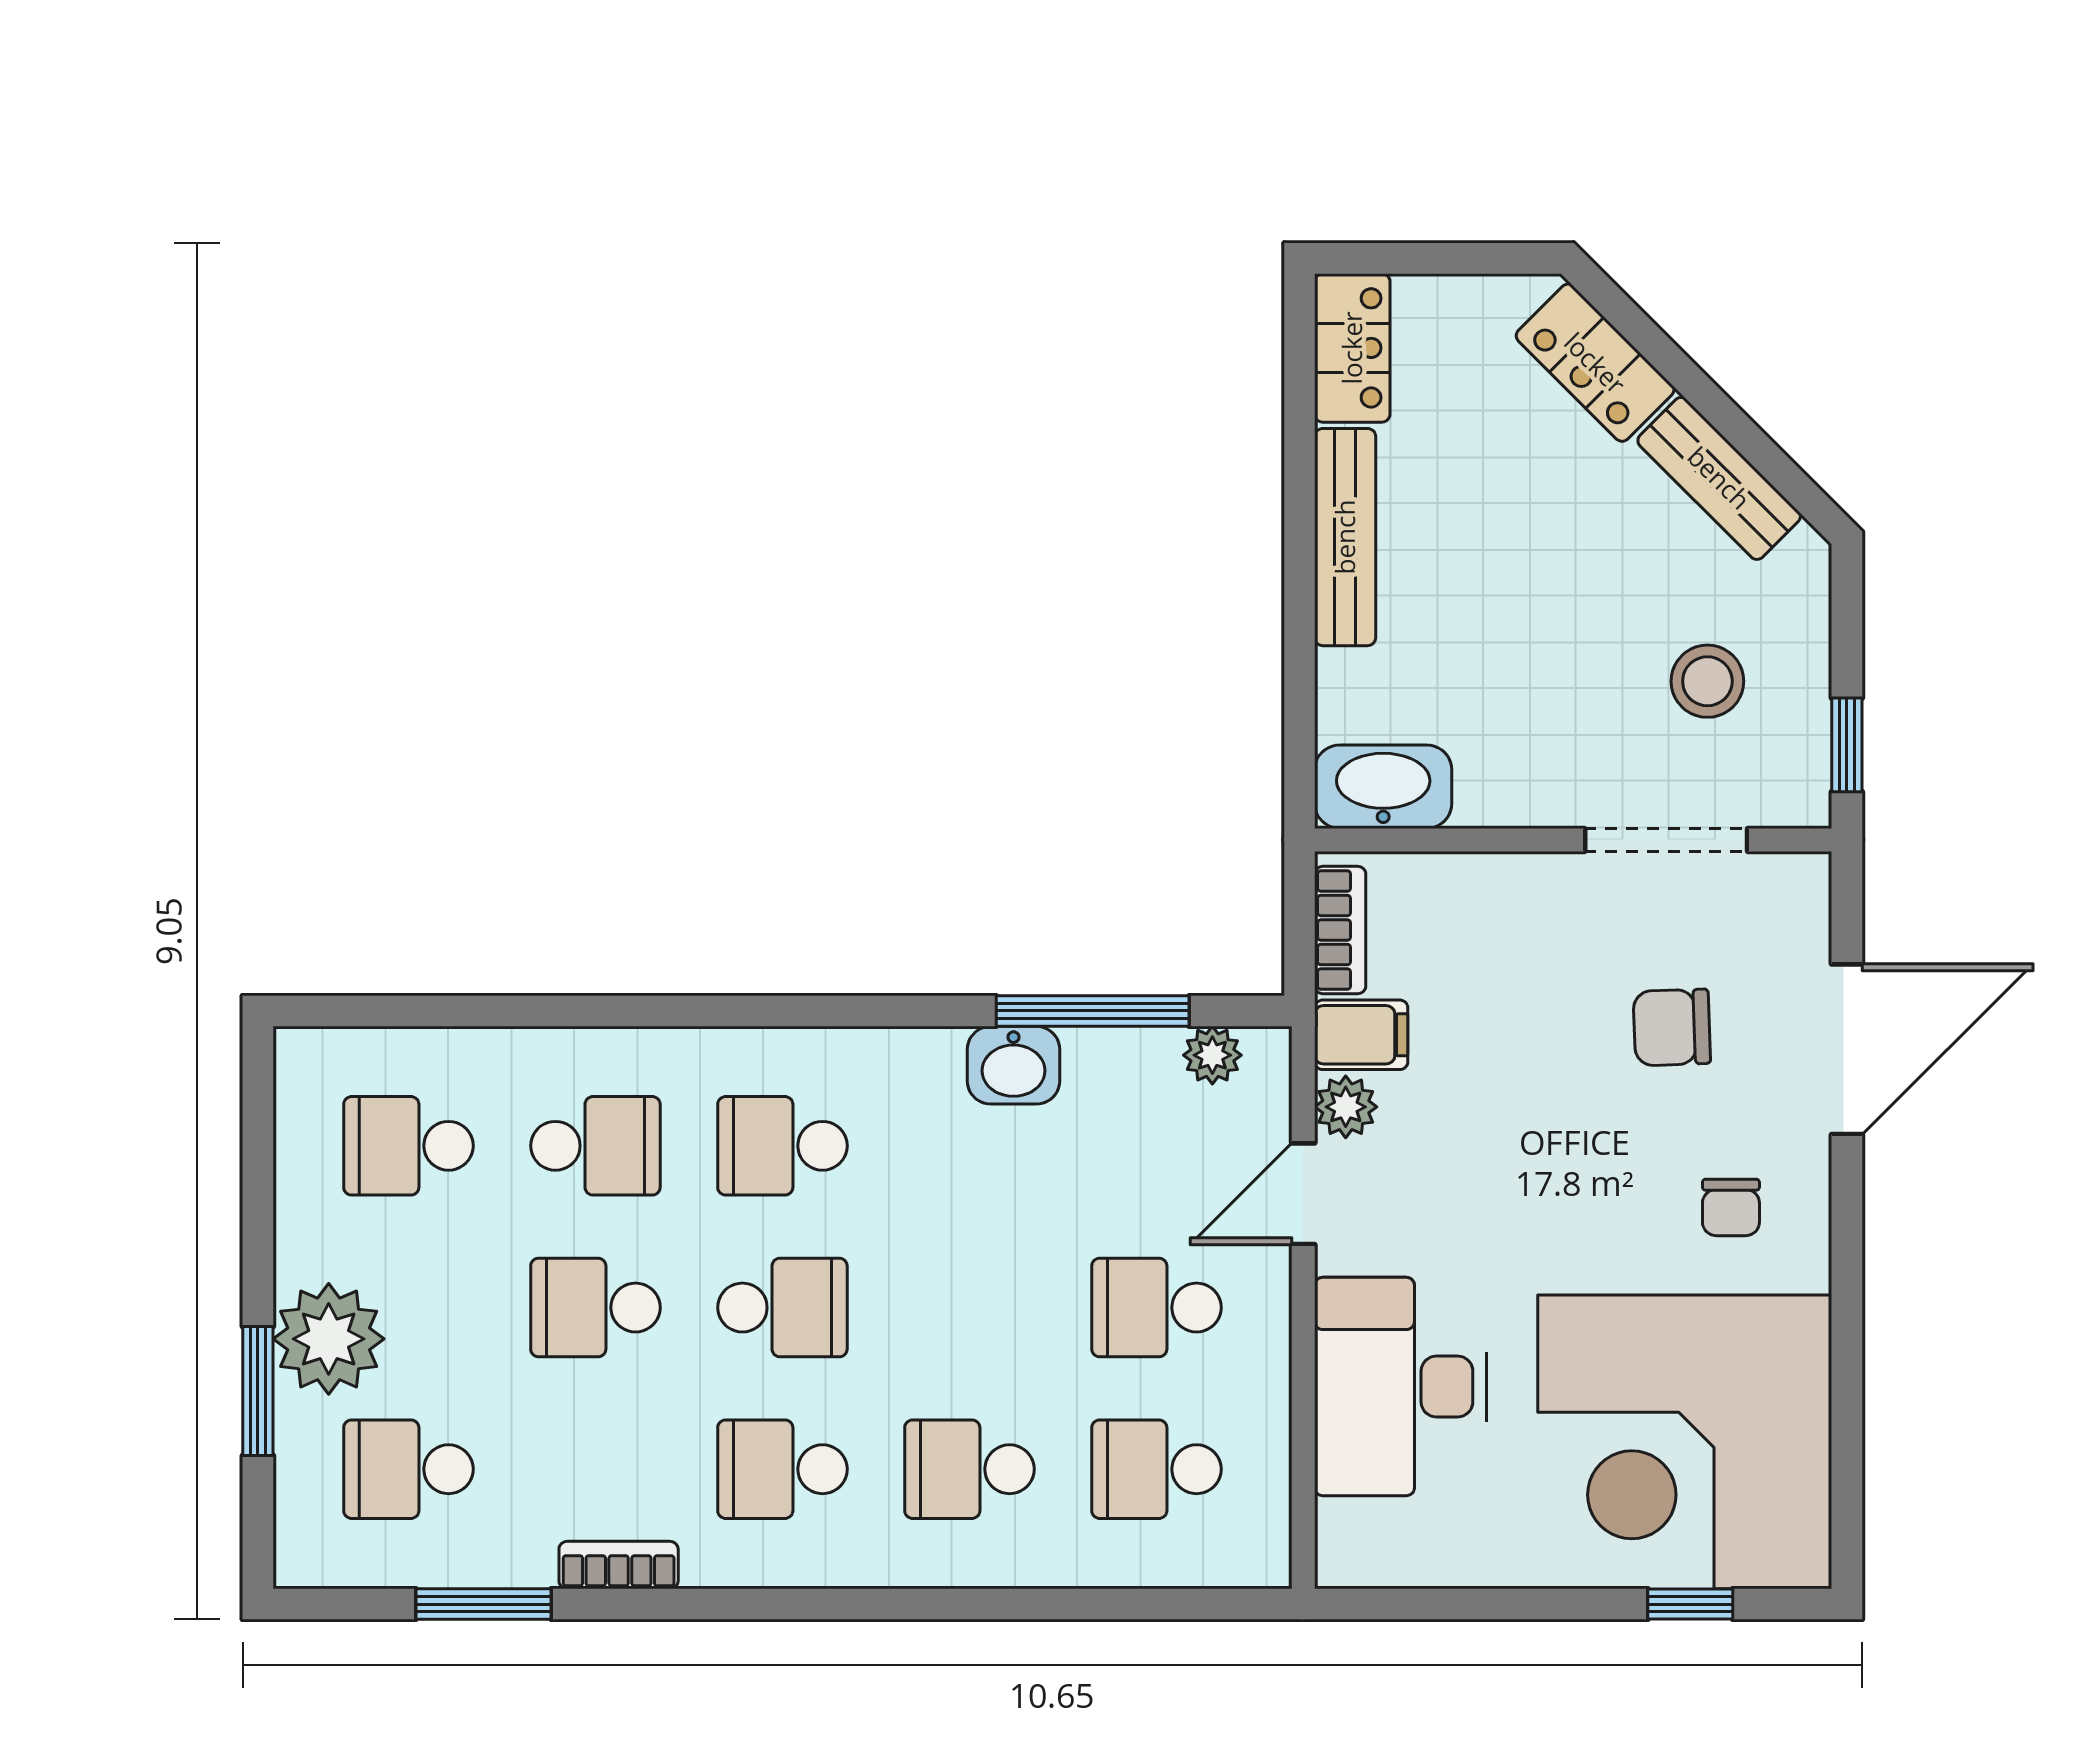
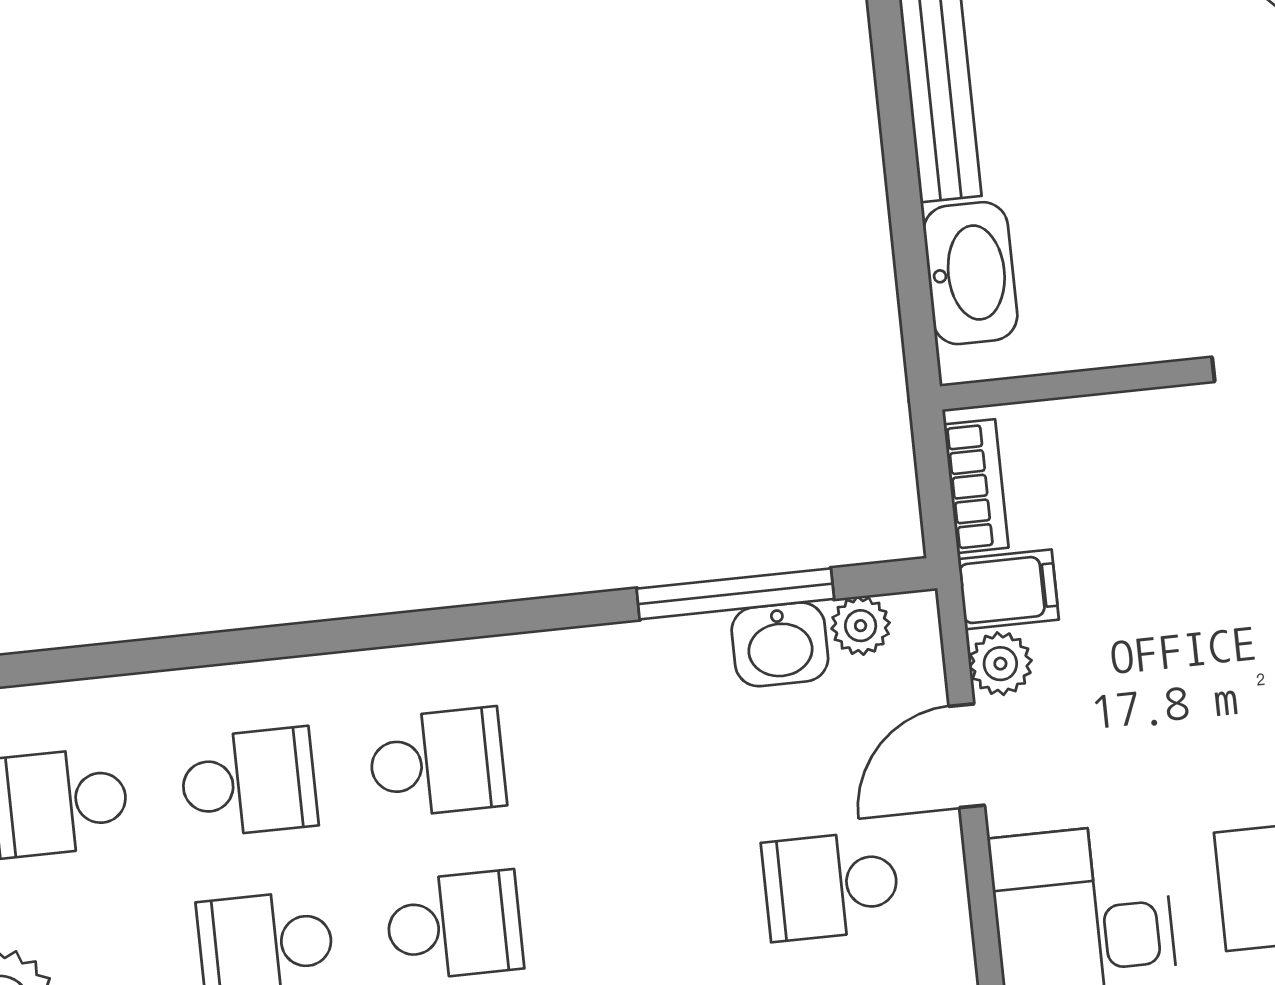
washbasin: (1383, 787) -> (970, 273), moved, turned 90
washbasin: (1014, 1065) -> (780, 644), moved
school desk: (782, 1146) -> (437, 763), turned 180

